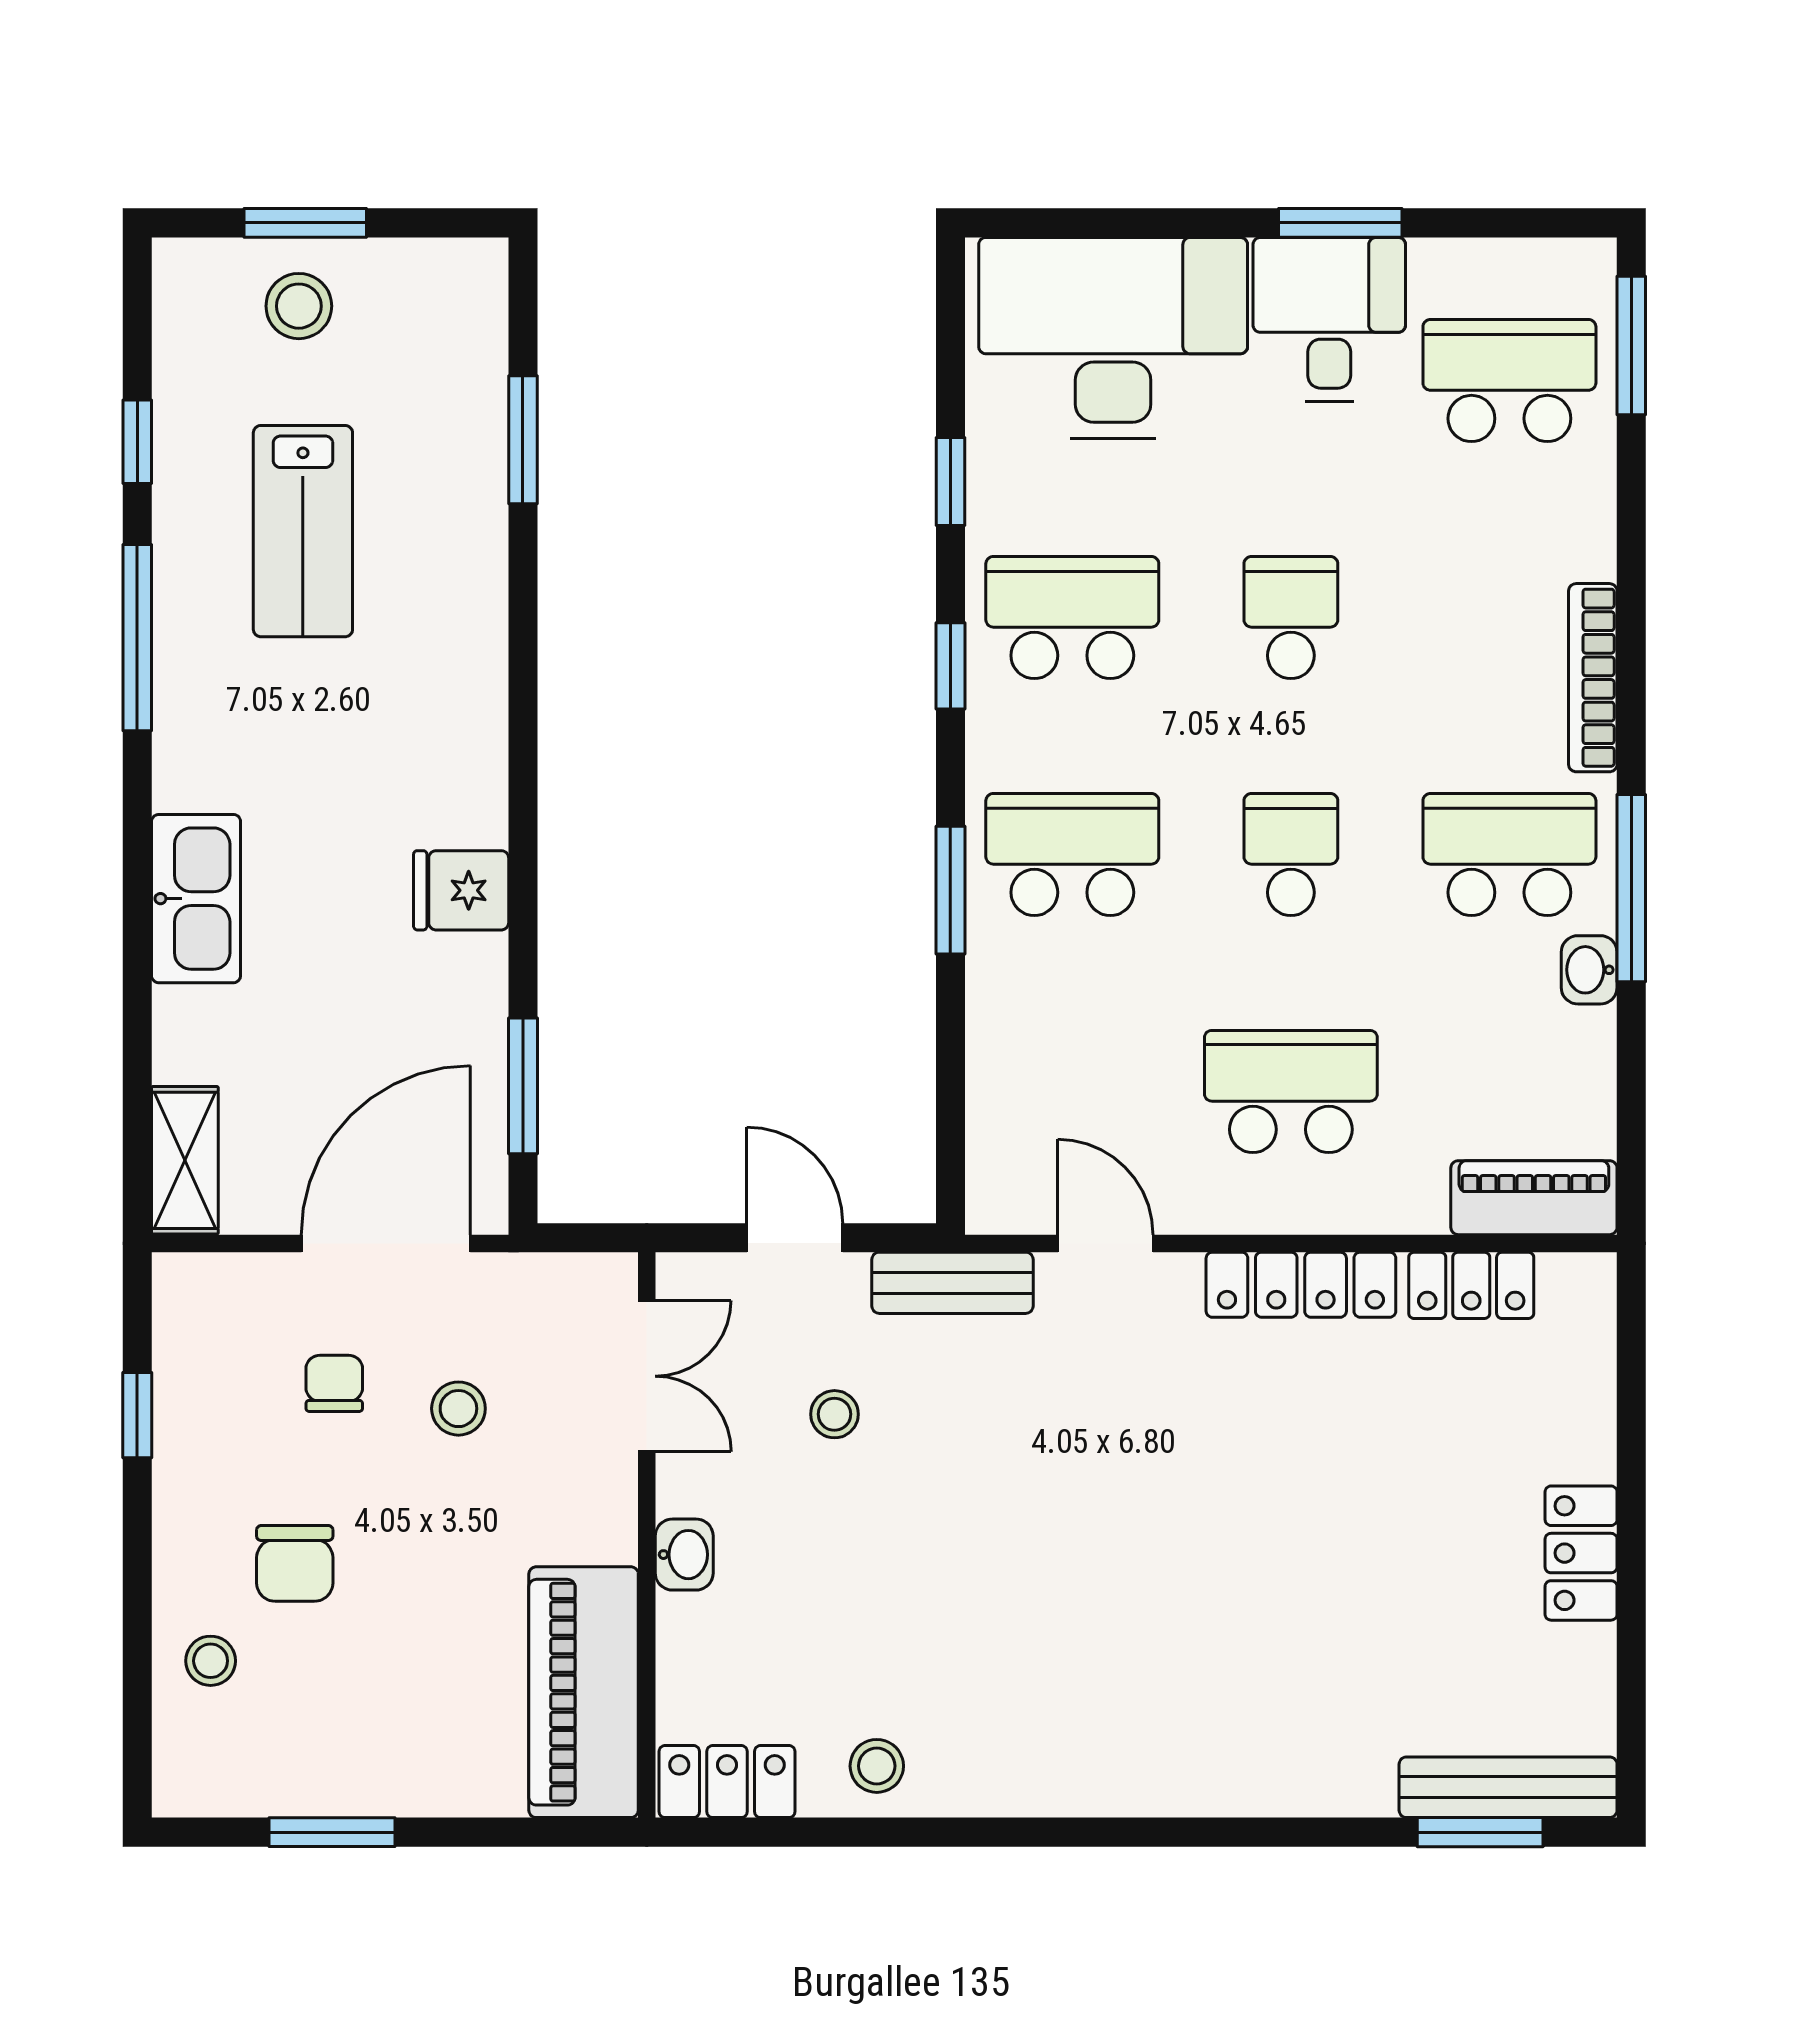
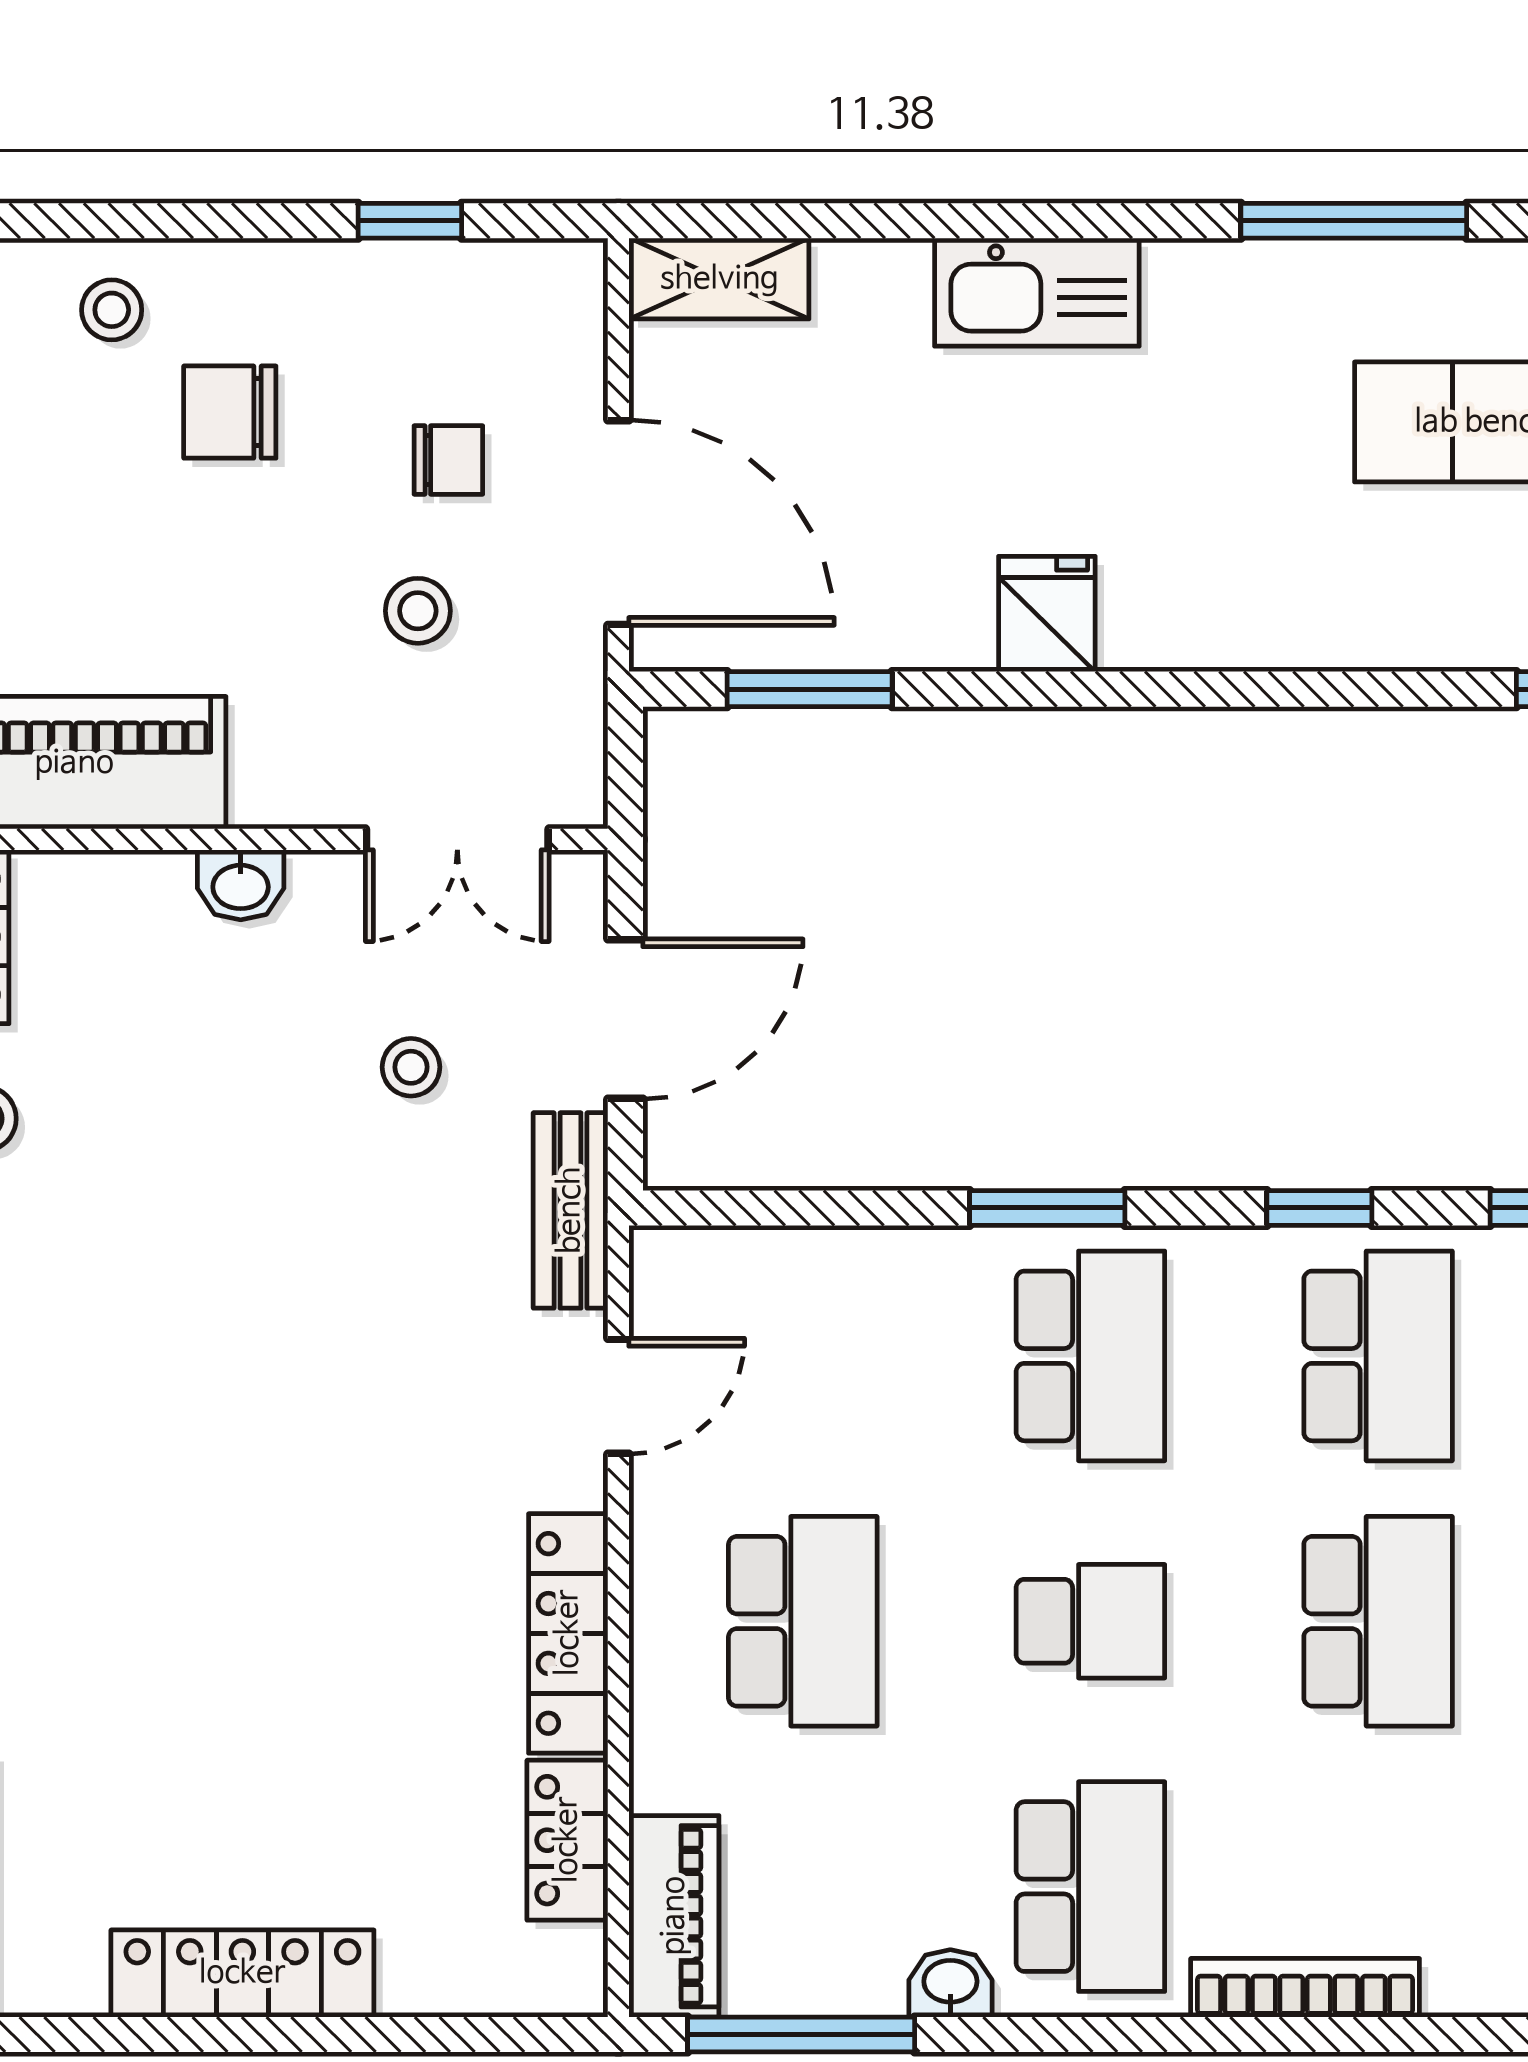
school desk: (1291, 618) -> (1378, 1621), width x1.85
window: (1631, 888) -> (801, 2034), moved
door: (795, 1238) -> (625, 1019), width x1.38
locker: (1581, 1553) -> (242, 1973), width x1.53

